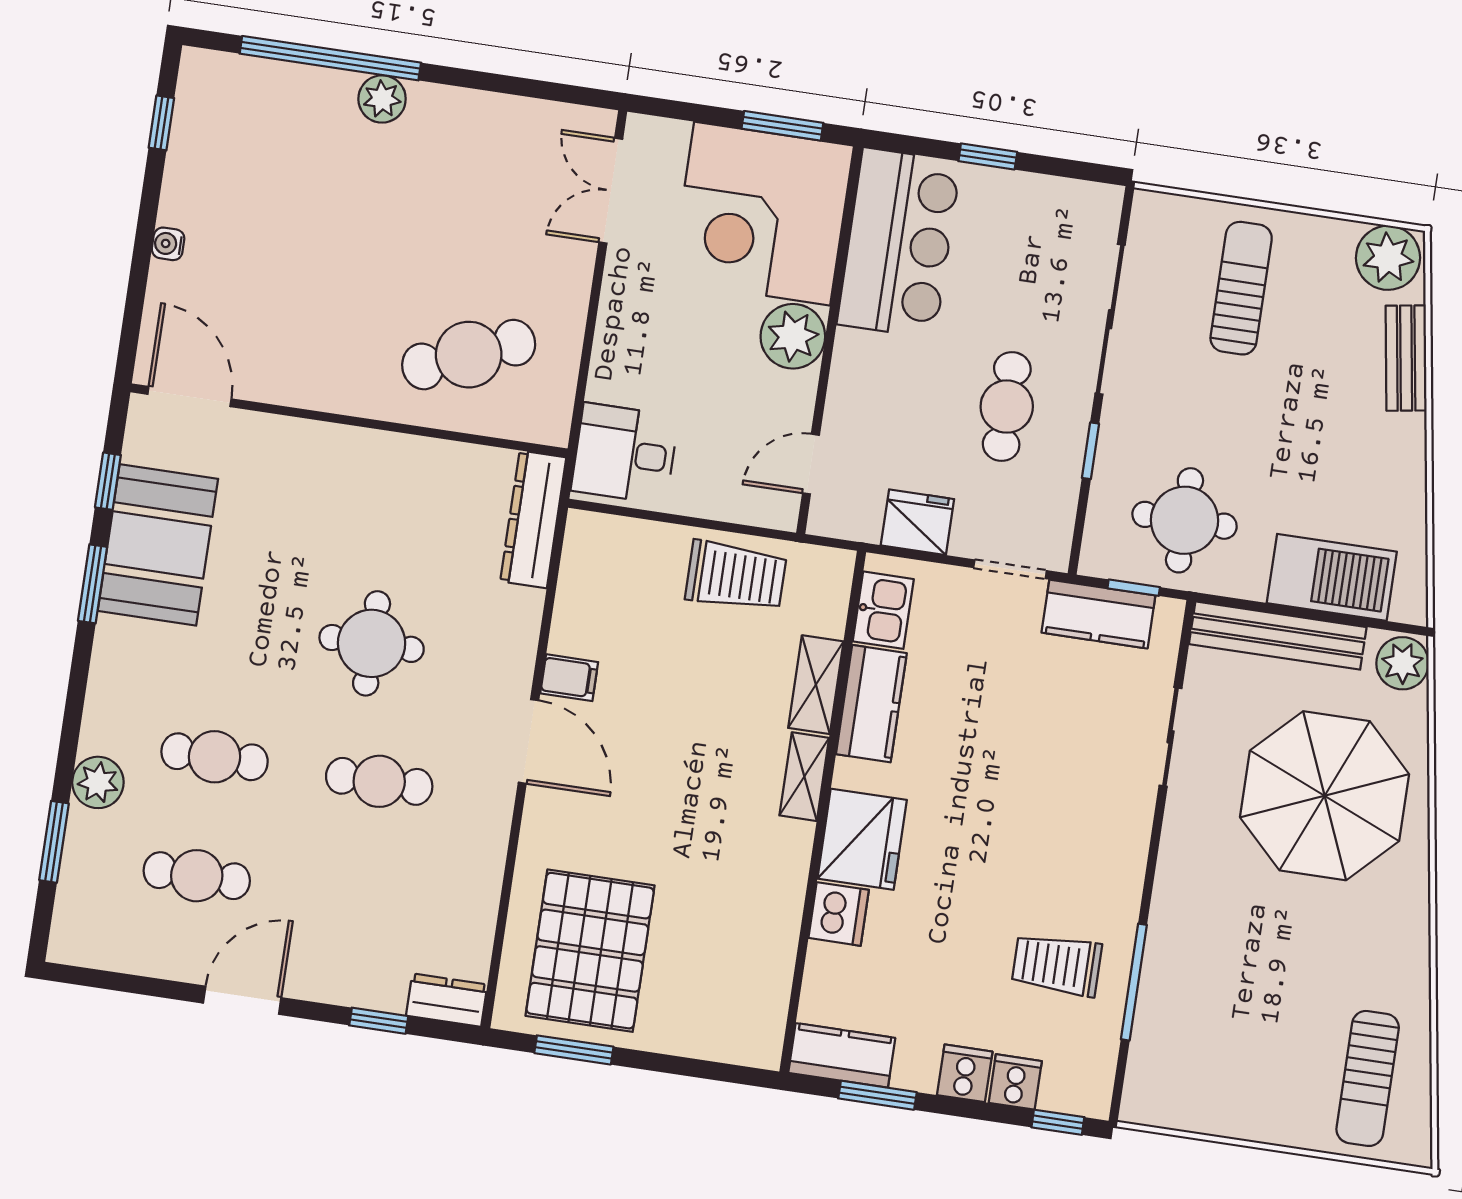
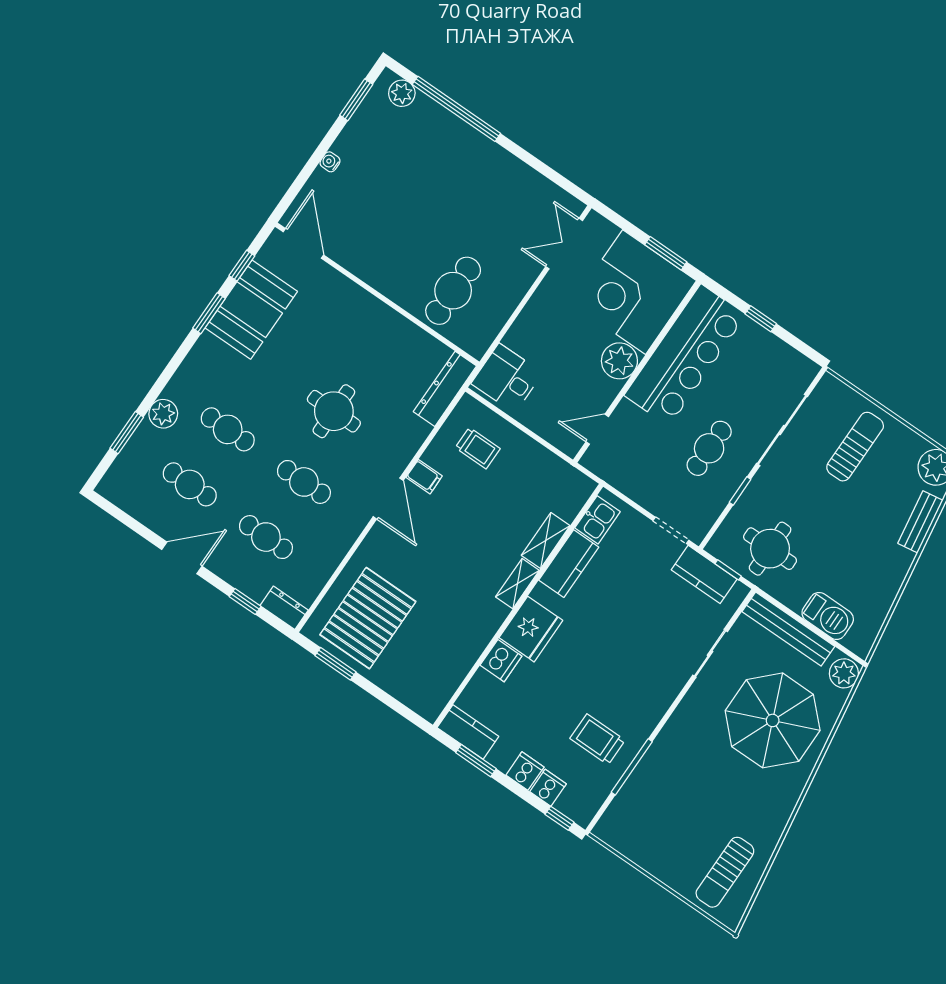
plant: (382, 99) -> (402, 93), moved
window: (161, 123) -> (356, 100), width x1.50
bar counter: (899, 243) -> (685, 355), width x1.36
cafe table: (469, 355) -> (453, 291), turned -67
fridge: (917, 522) -> (636, 484), removed
trolley: (736, 576) -> (478, 448), moved, width x0.73, depth x0.72
barbecue: (1332, 577) -> (828, 616), width x0.73, depth x0.83
cafe table: (361, 900) -> (266, 537), added

